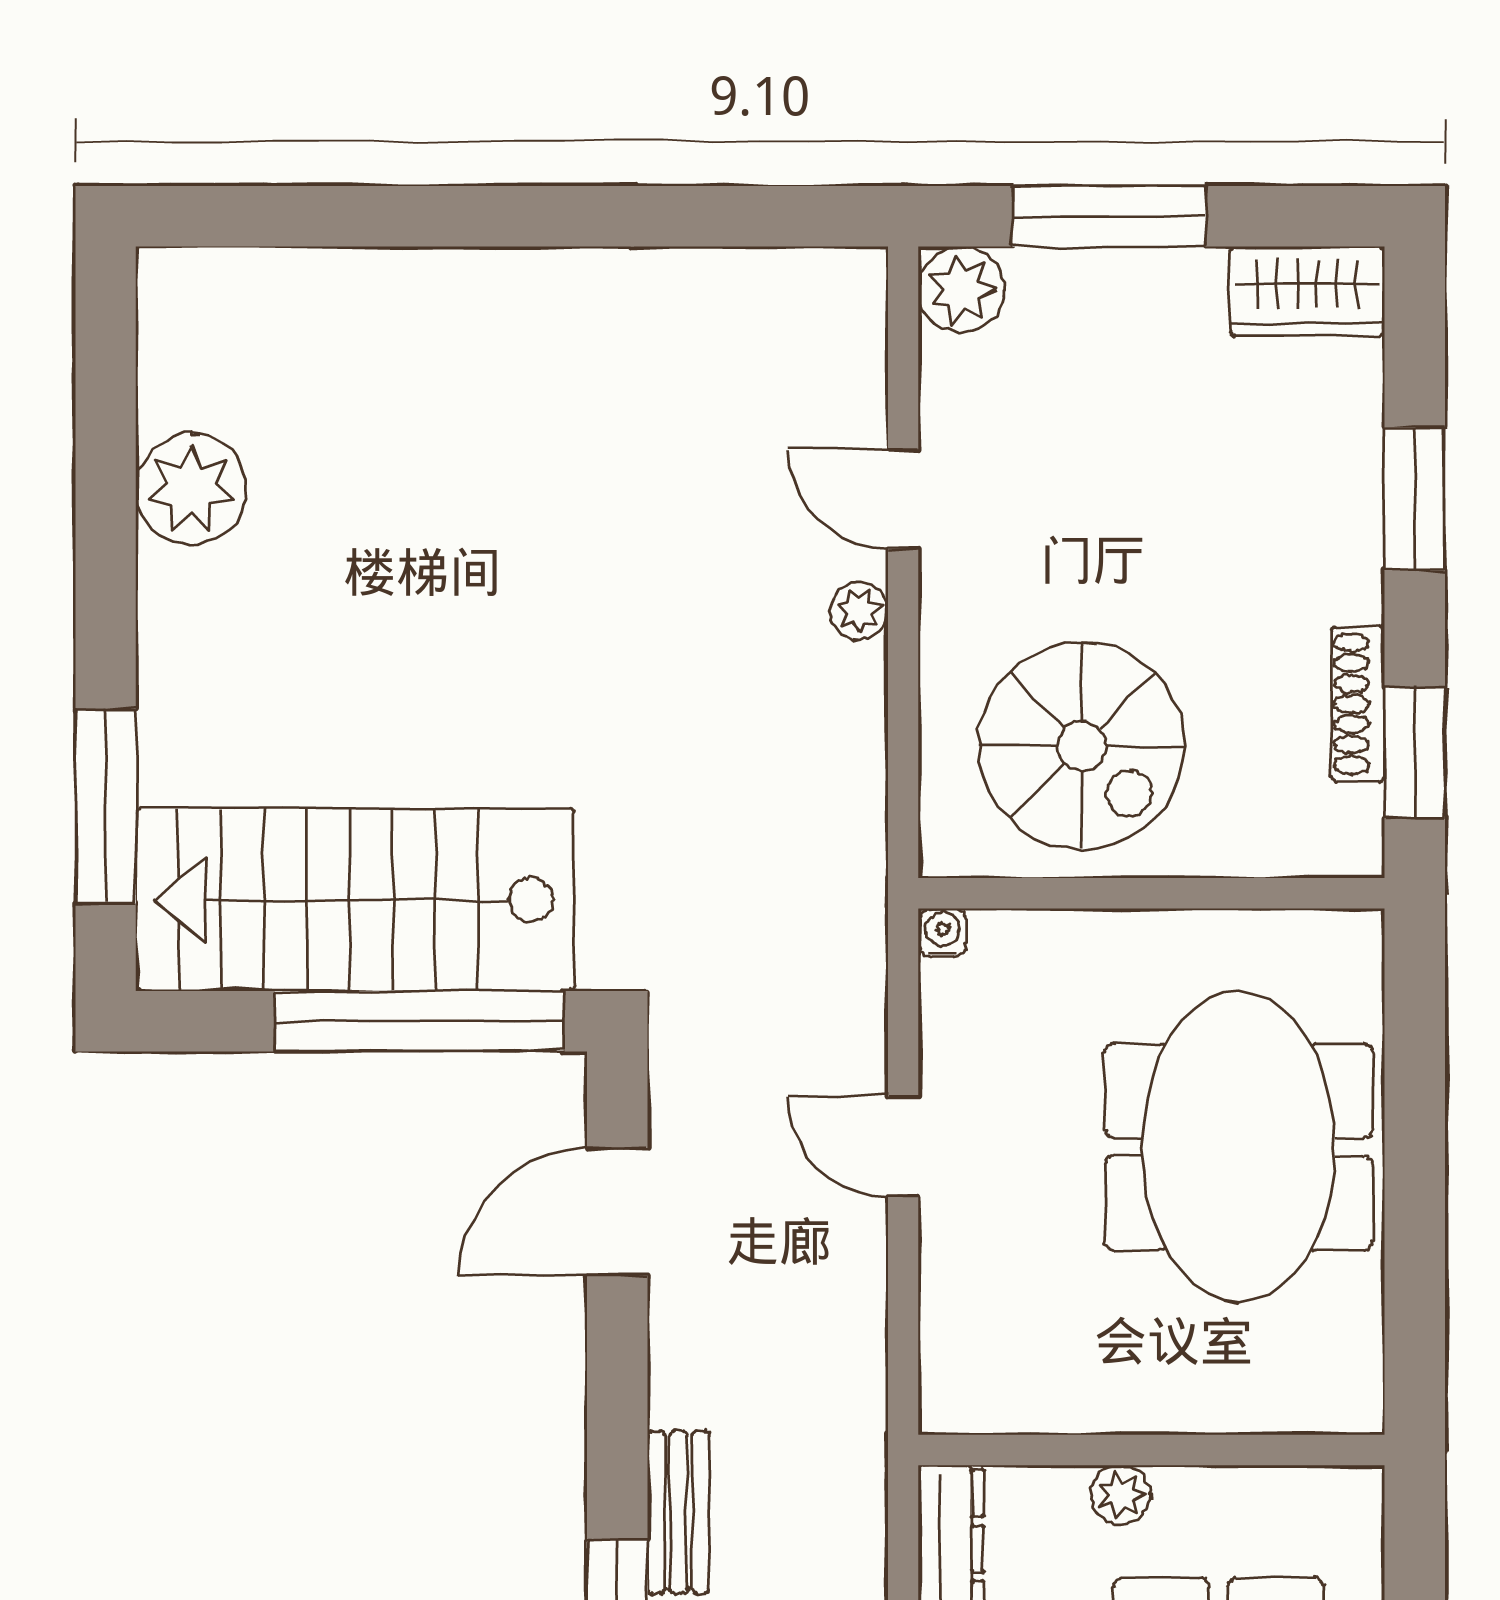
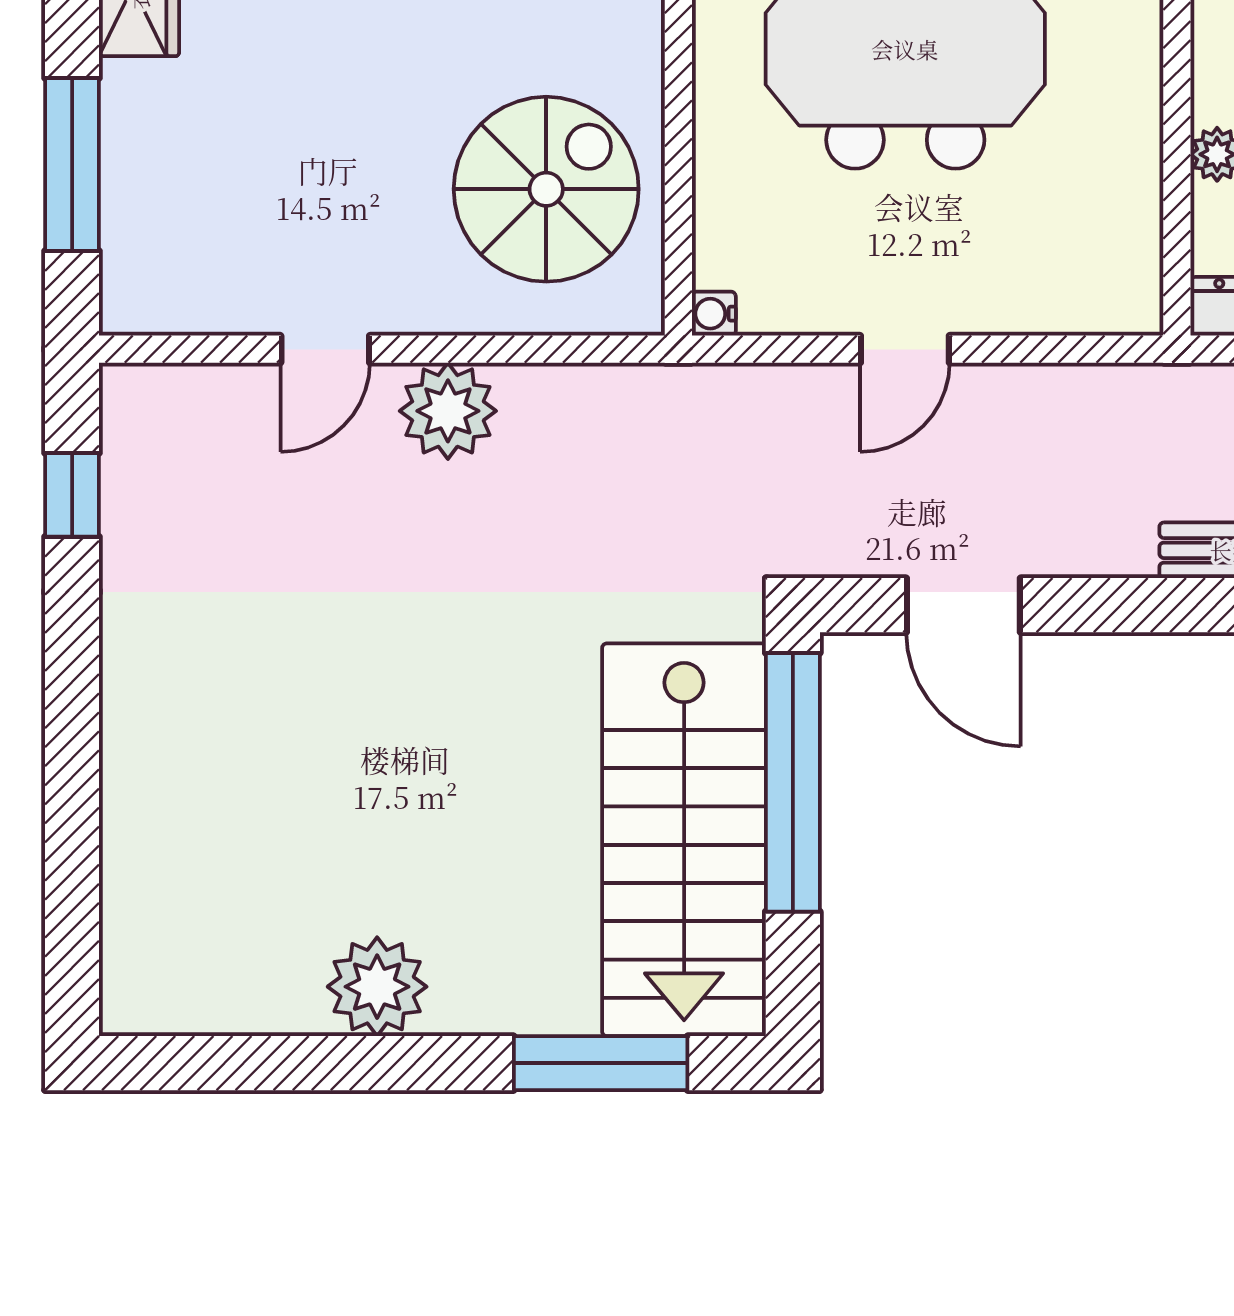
window: (740, 216) -> (72, 495), added
plant: (961, 290) -> (138, 297), removed
plant: (191, 489) -> (377, 987), moved
plant: (859, 611) -> (448, 411), width x1.88, depth x1.88

